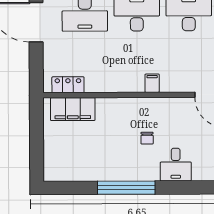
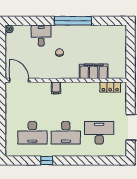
filing cabinet: (73, 109) -> (94, 71), moved

